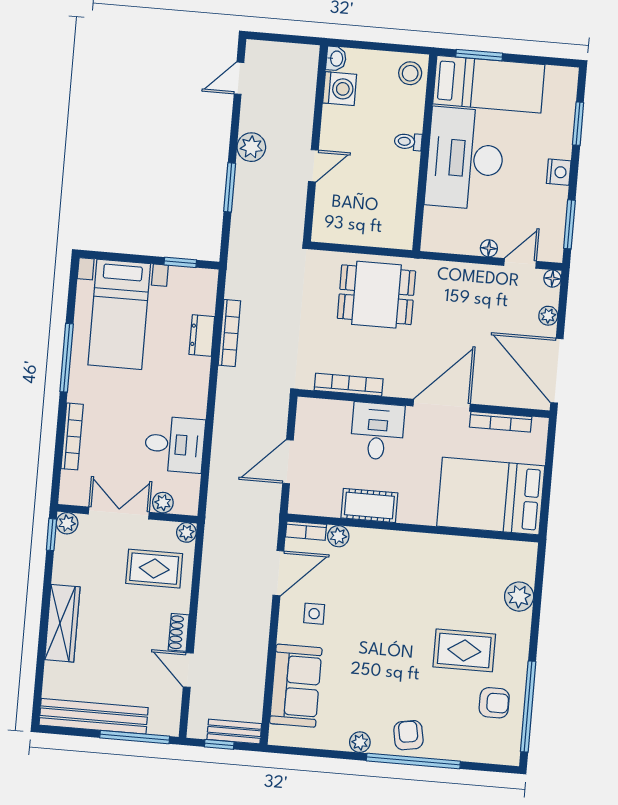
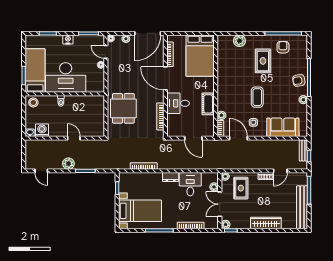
dresser: (202, 336) -> (171, 177), moved
coffee table: (376, 629) -> (257, 97), added

